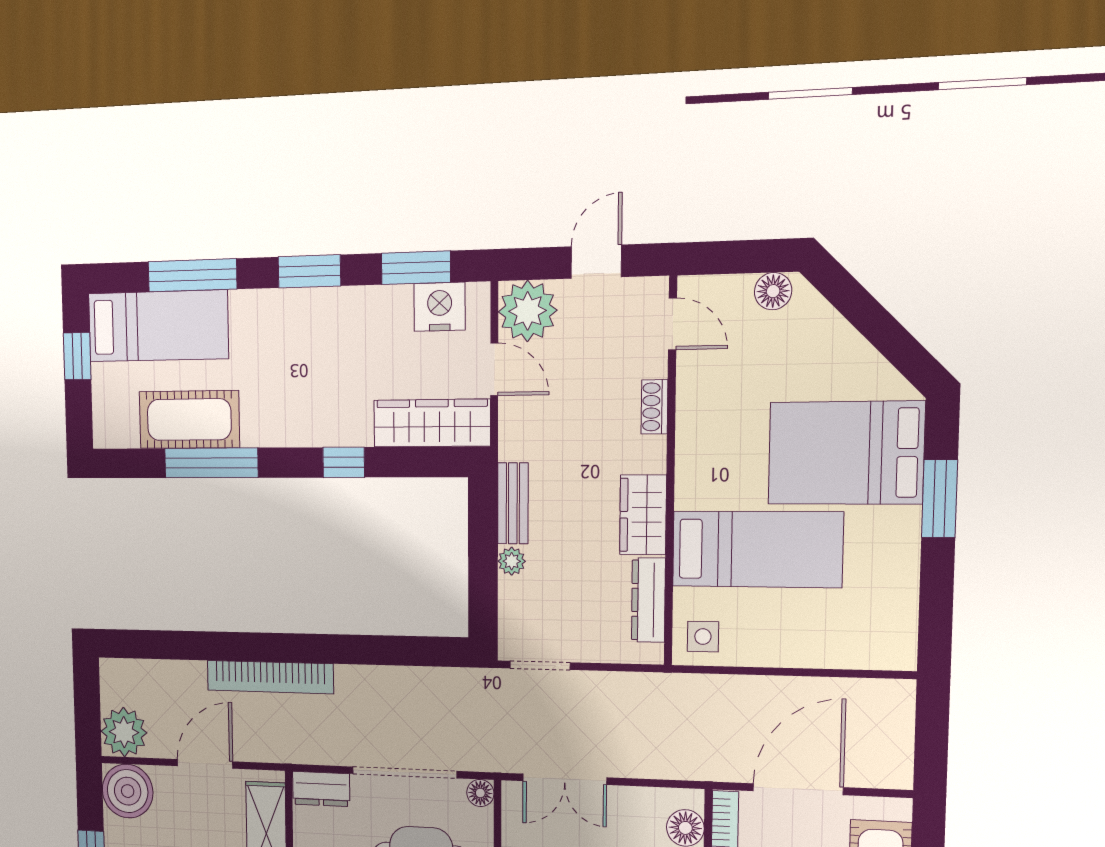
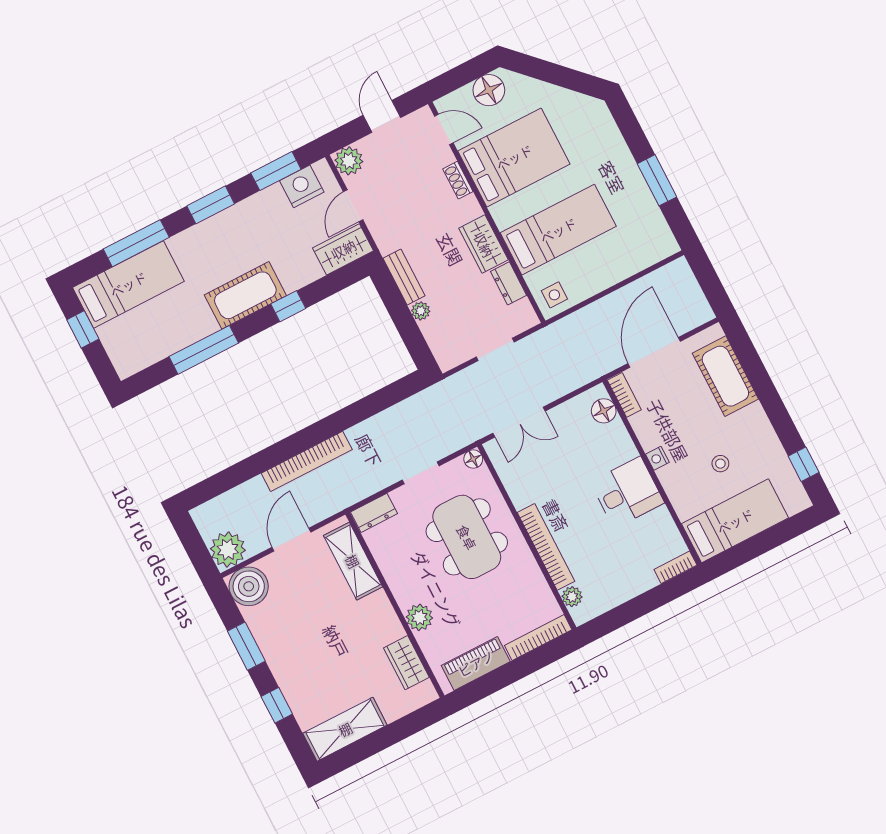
floor lamp: (773, 291) -> (489, 90), width x1.38, depth x1.38
plant: (528, 311) -> (349, 161), width x0.73, depth x0.73
door: (494, 369) -> (353, 206), swing flipped
cot: (189, 420) -> (245, 295), moved
wardrobe: (432, 423) -> (343, 249), width x0.67
bed: (846, 453) -> (514, 157), moved, turned 180
window: (939, 499) -> (657, 180), moved
dresser: (648, 600) -> (509, 283), width x0.70
doorway: (540, 665) -> (495, 349), moved
doorway: (404, 772) -> (421, 473), width x0.53

